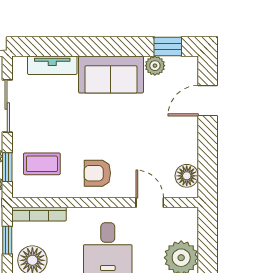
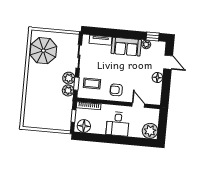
door: (208, 101) -> (168, 62), swing flipped
floor lamp: (187, 176) -> (157, 78), moved

